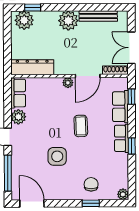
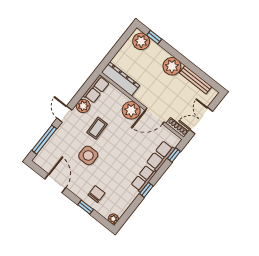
plant: (68, 83) -> (131, 110), width x1.87, depth x1.87
coffee table: (81, 126) -> (97, 128), moved
door: (32, 204) -> (55, 183), moved

